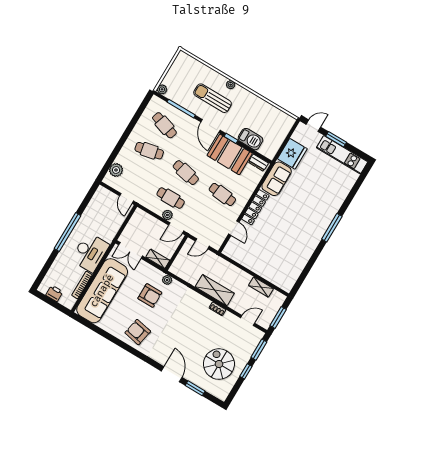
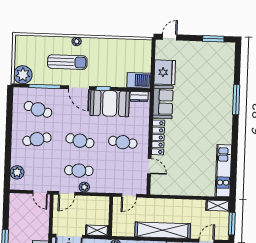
plant: (162, 89) -> (23, 75), width x1.87, depth x1.87
sun lounger: (213, 98) -> (67, 62), turned 180
barbecue: (250, 139) -> (139, 80), moved
window: (336, 139) -> (213, 39), moved
kitchen unit: (342, 155) -> (223, 171), moved, turned 90
door: (176, 228) -> (67, 193), moved
window: (332, 228) -> (236, 100), moved
shelving: (261, 287) -> (218, 206), moved
shelving: (215, 290) -> (163, 230), width x1.47

